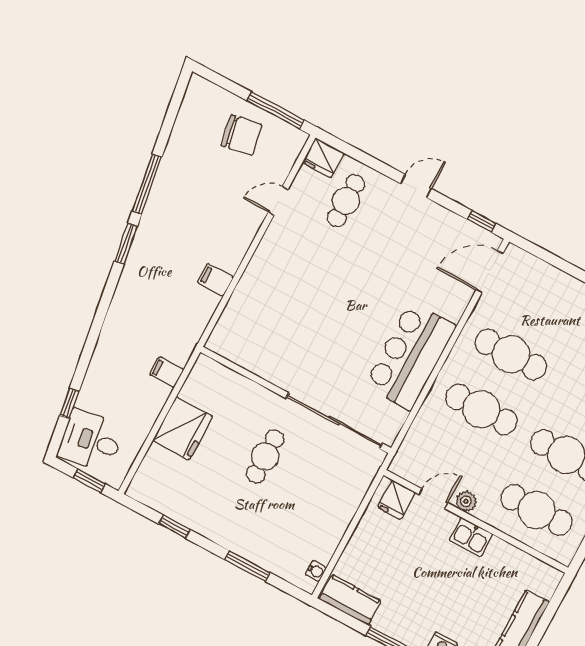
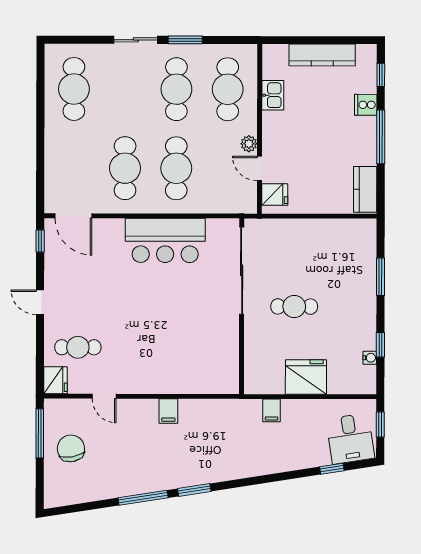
filing cabinet: (215, 280) -> (168, 411), moved
kitchen sink: (471, 537) -> (273, 95), moved
water cooler: (316, 571) -> (370, 358), moved, turned 90

